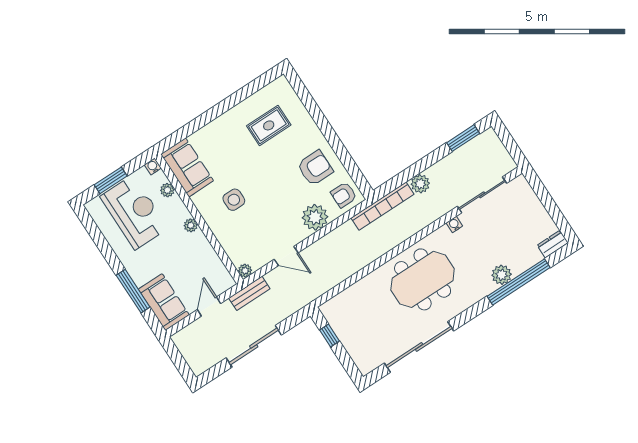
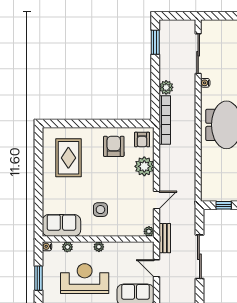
rug: (269, 125) -> (68, 158), width x1.36, depth x1.43
reception desk: (134, 212) -> (85, 279), moved

